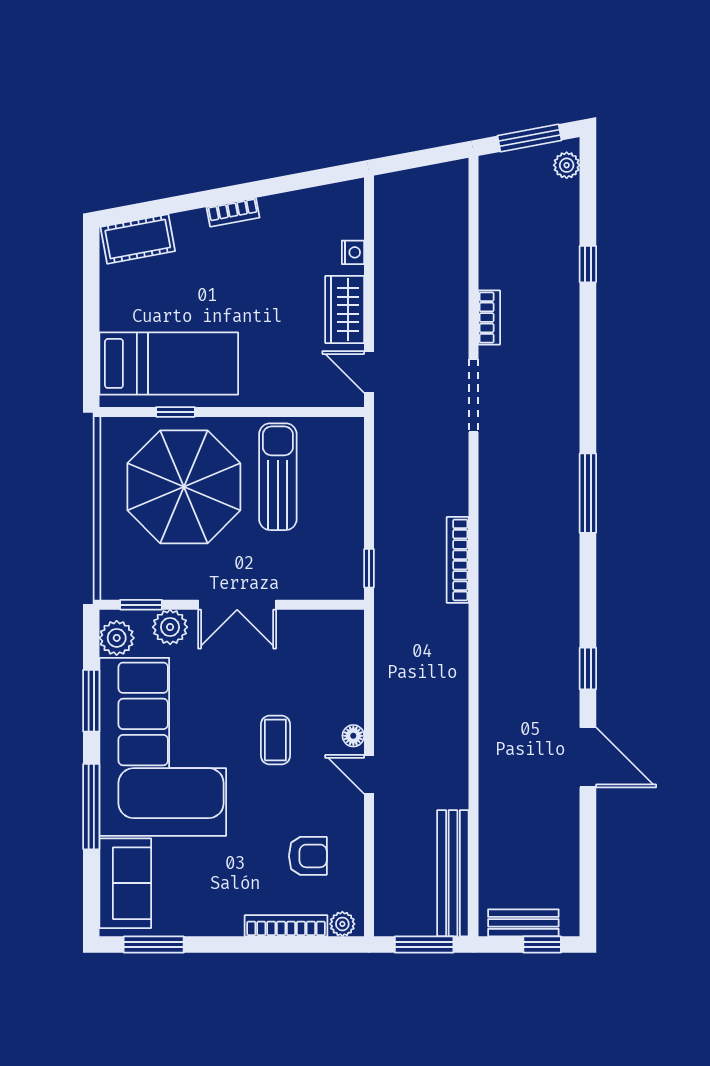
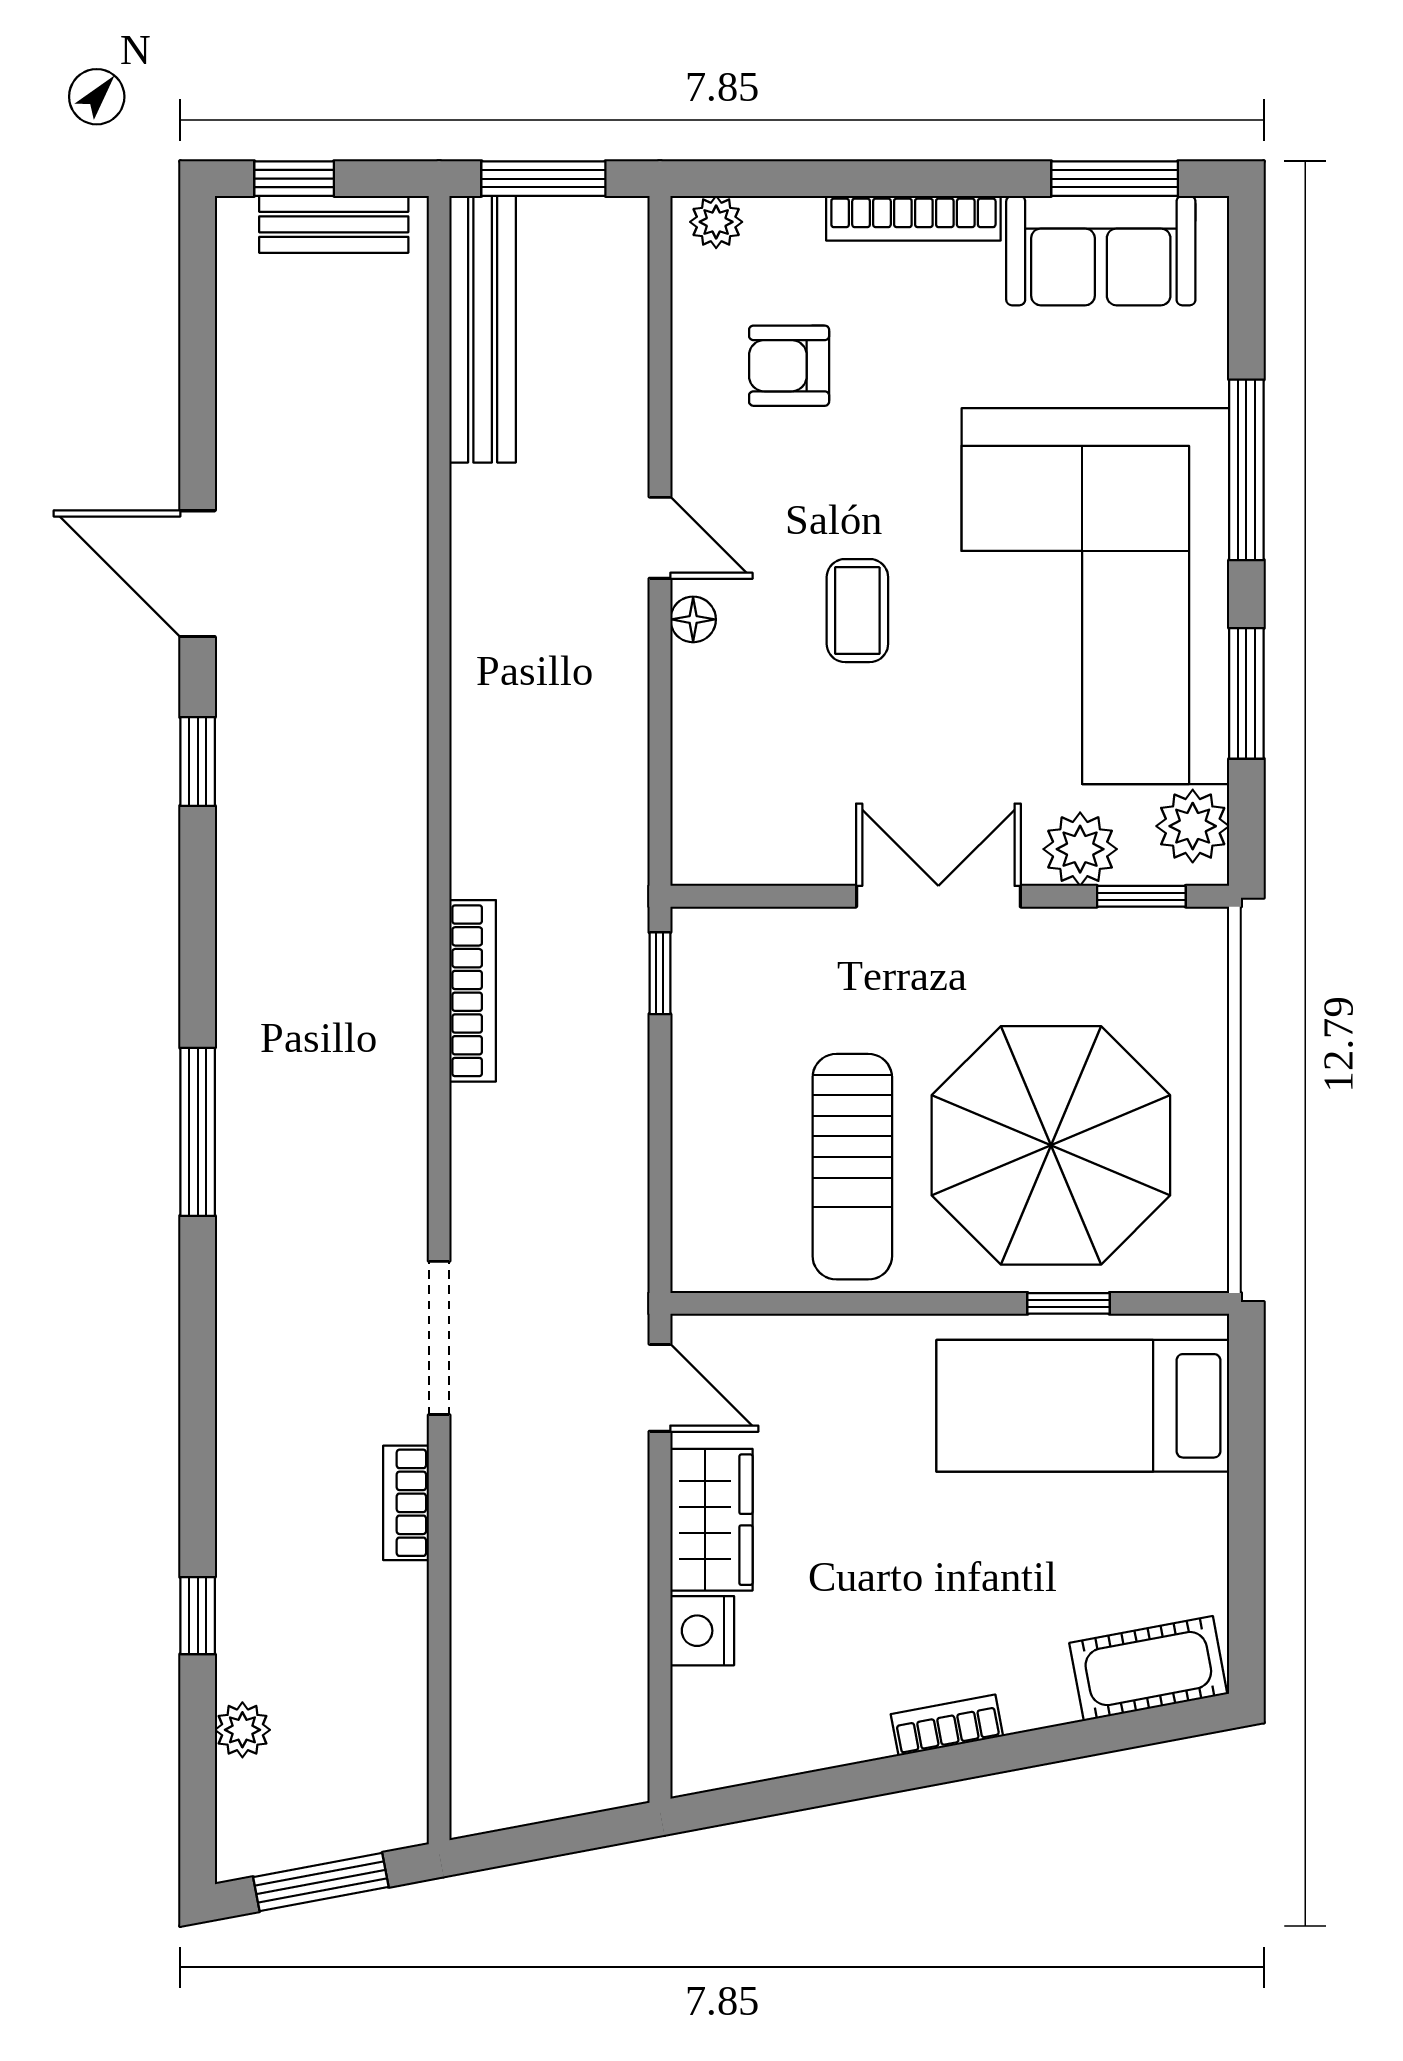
plant: (567, 165) -> (242, 1730), moved
nightstand: (353, 252) -> (702, 1631), width x1.39, depth x1.35
sofa: (125, 883) -> (1101, 251), moved, turned -90
bookcase: (286, 926) -> (913, 218), moved

